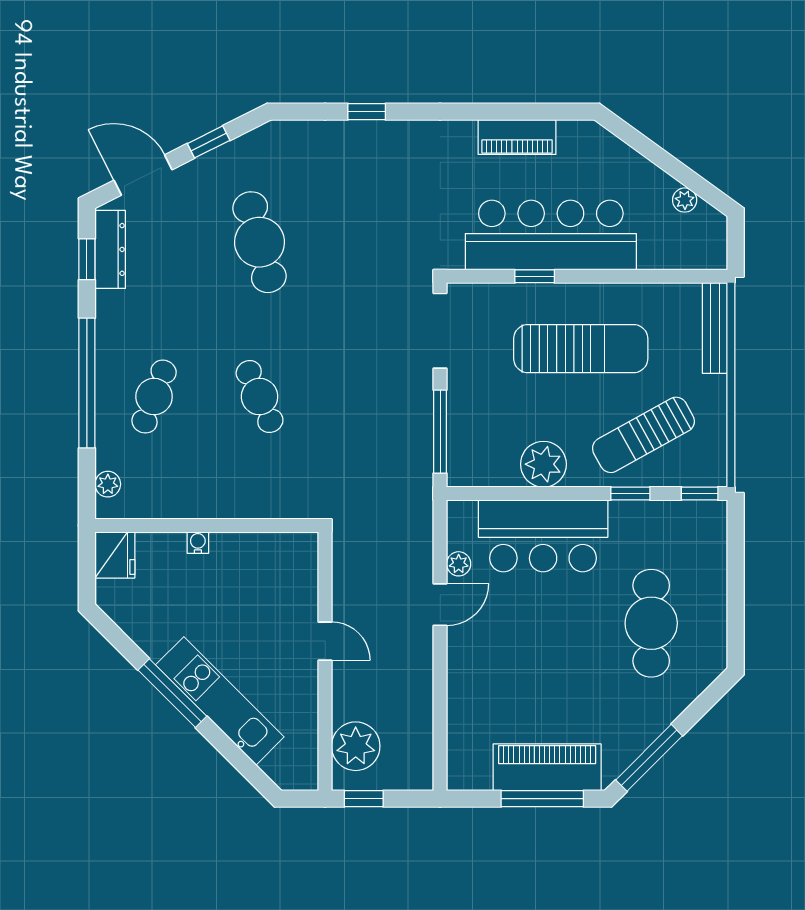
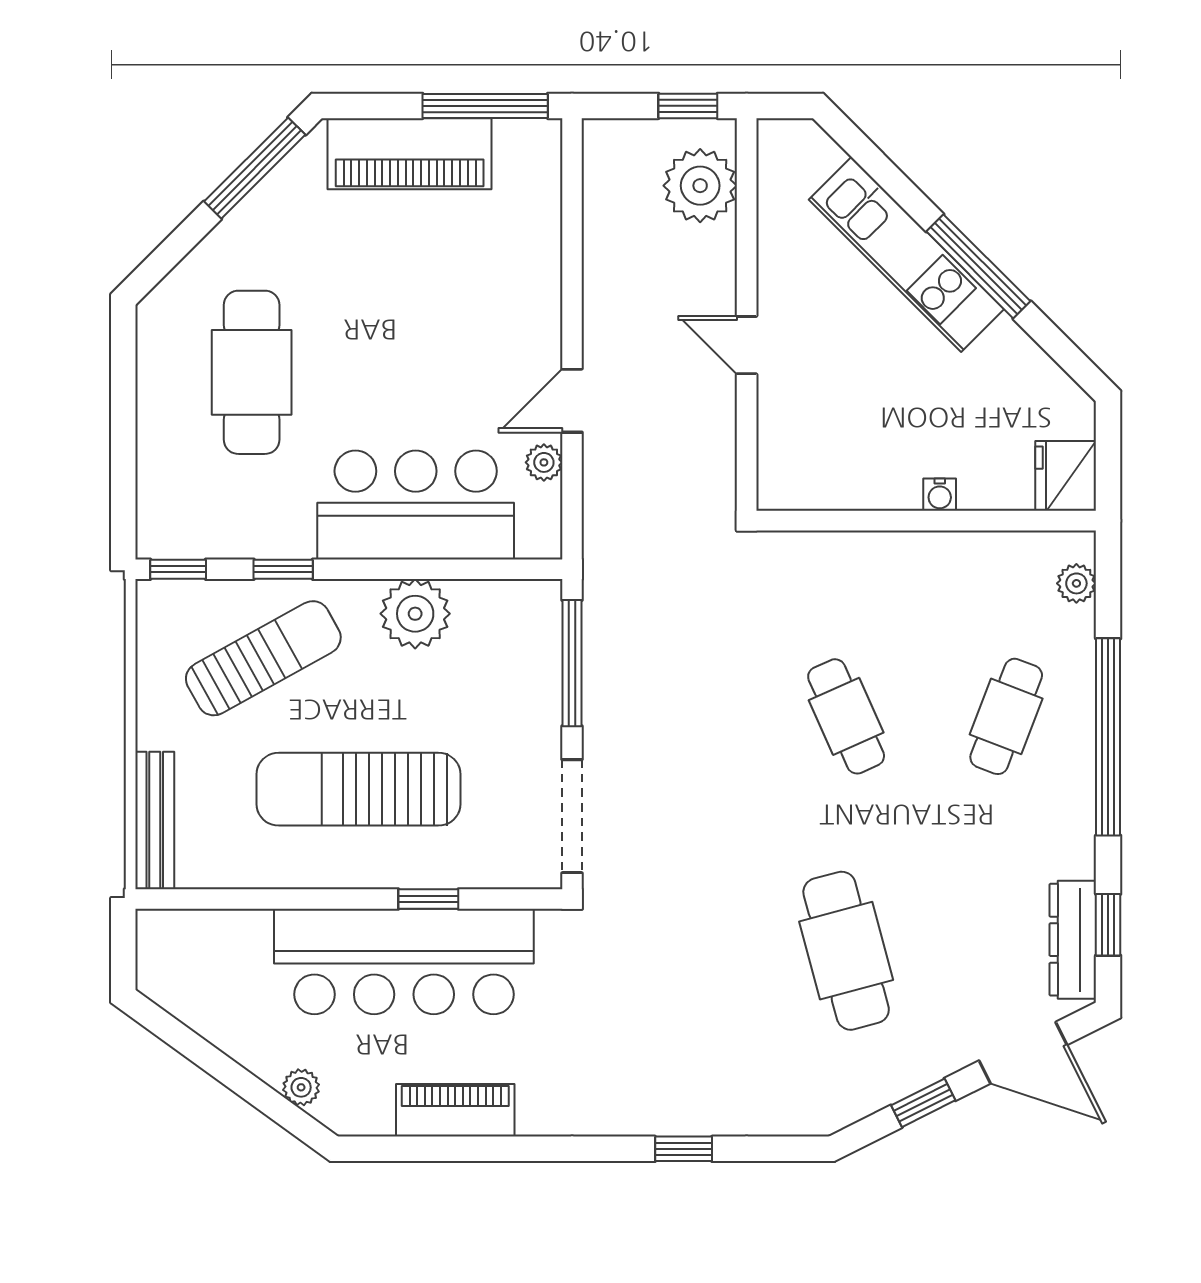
plant: (685, 200) -> (301, 1087), moved
window: (542, 799) -> (485, 106), moved

